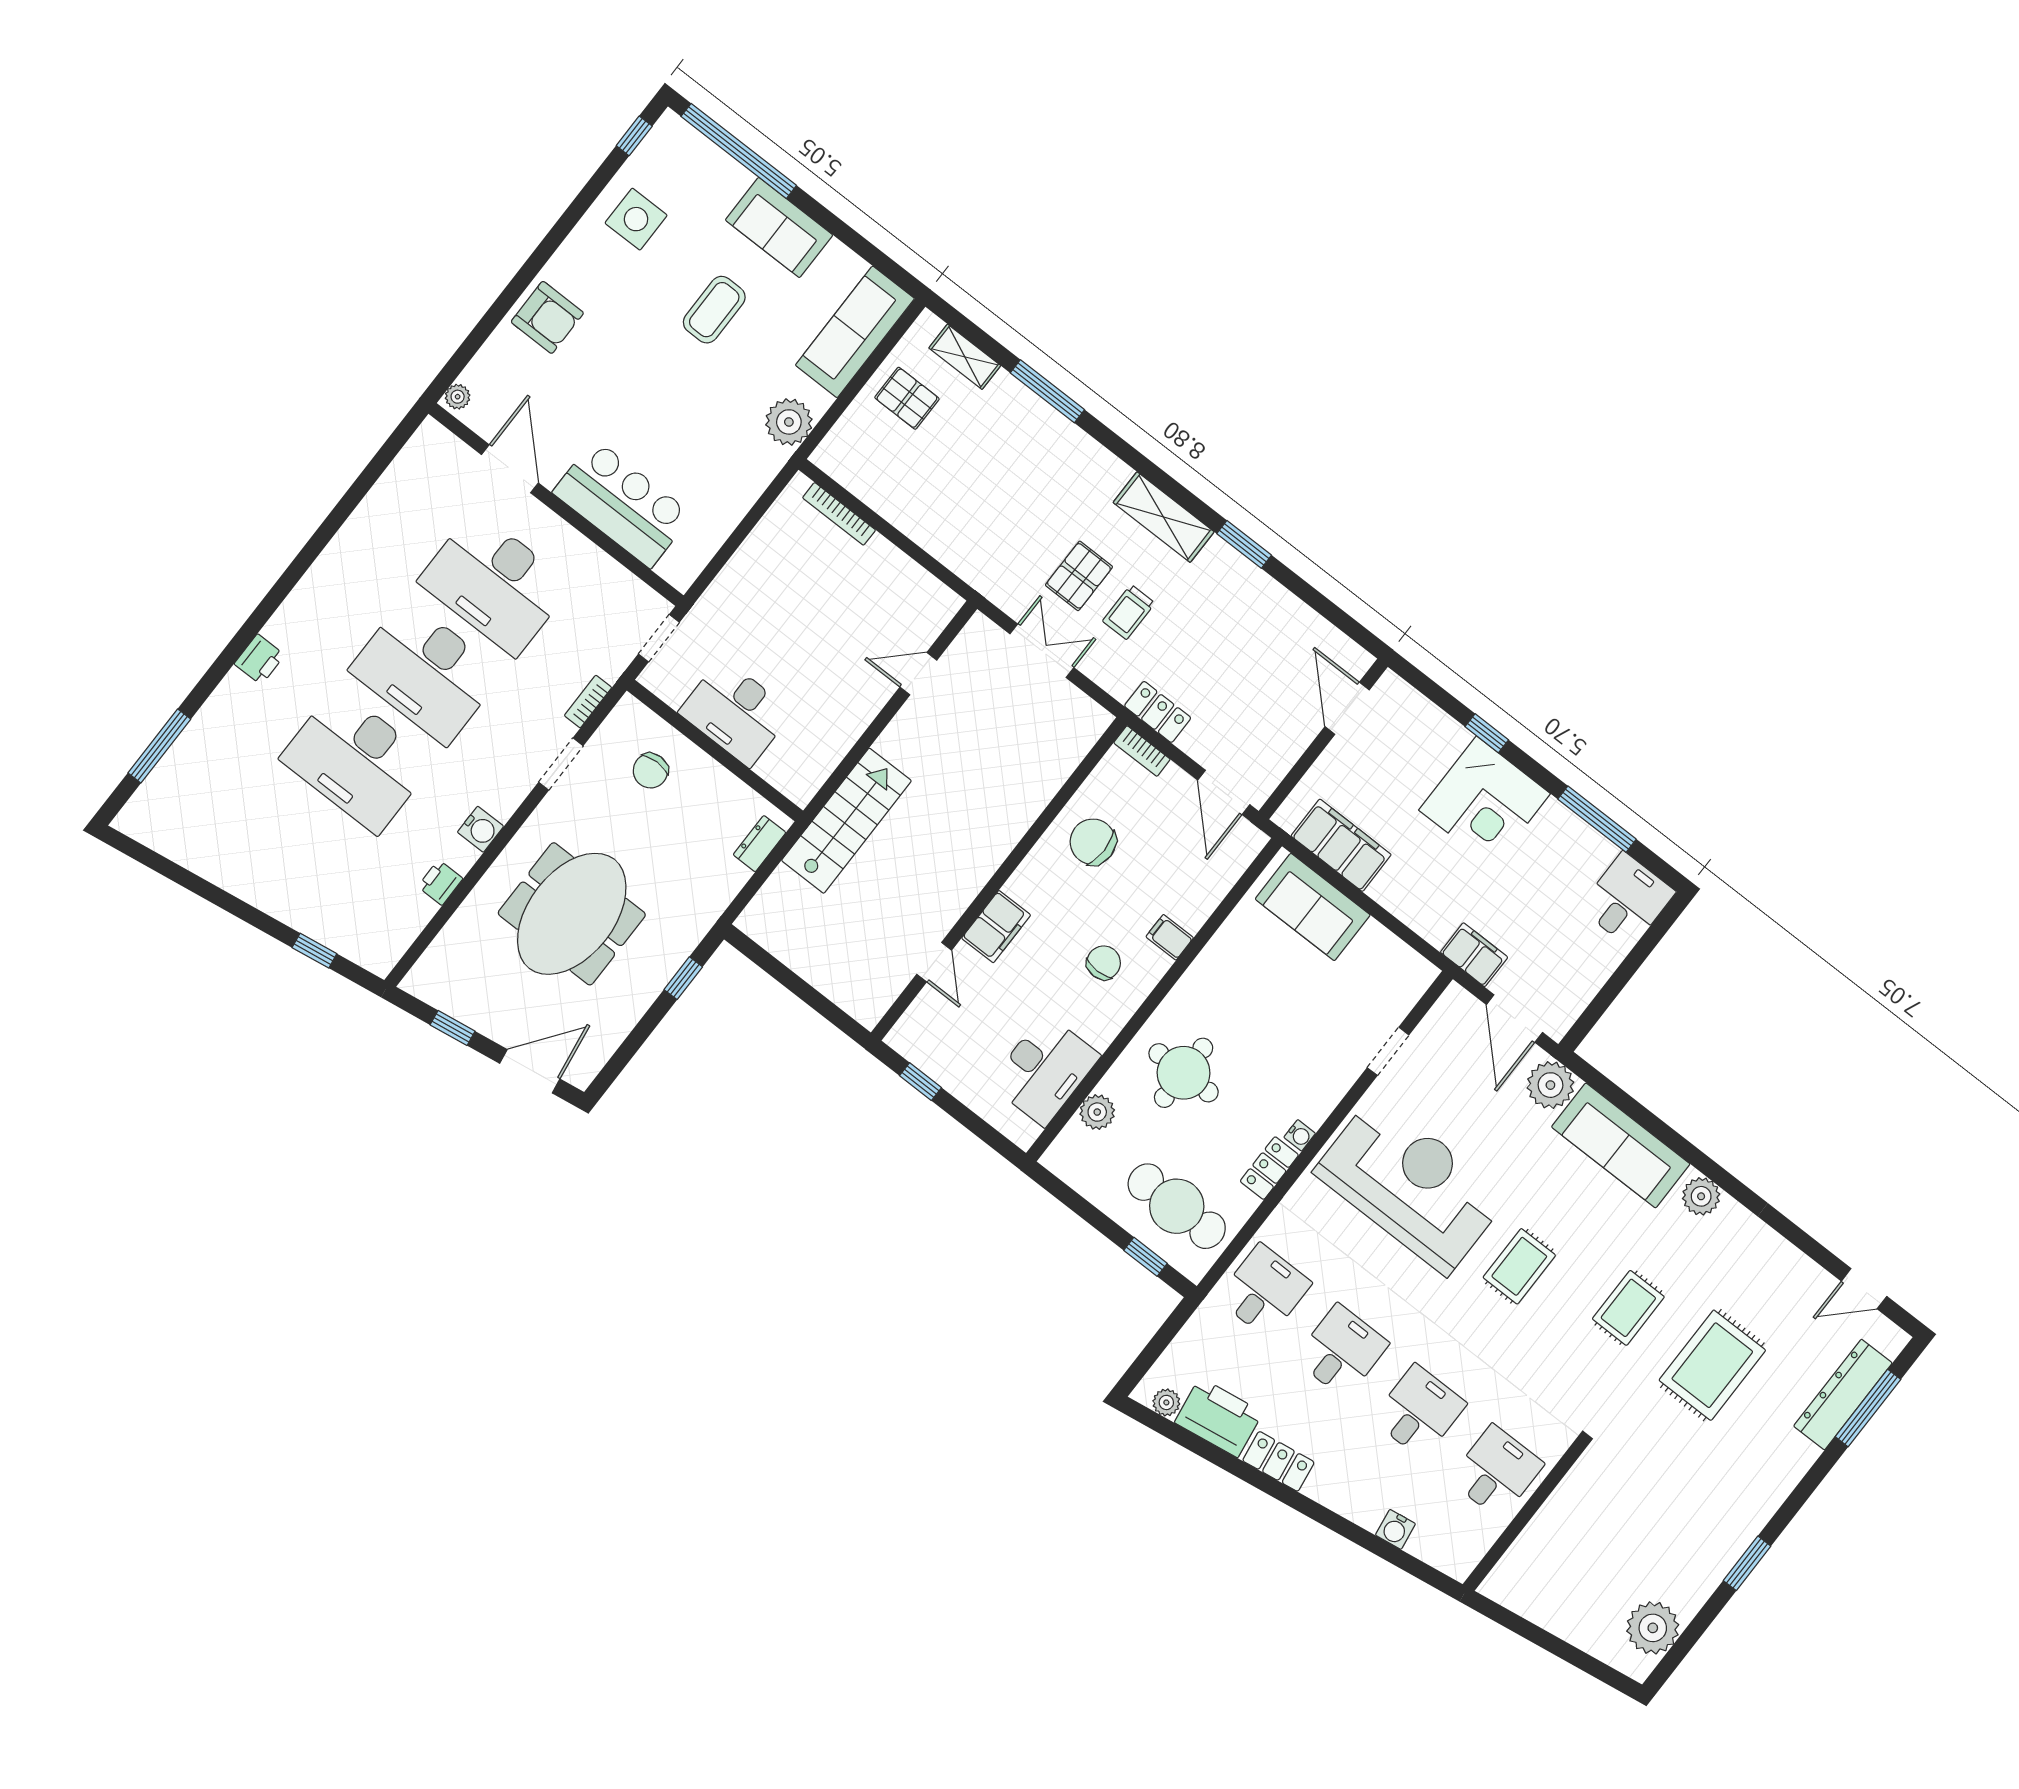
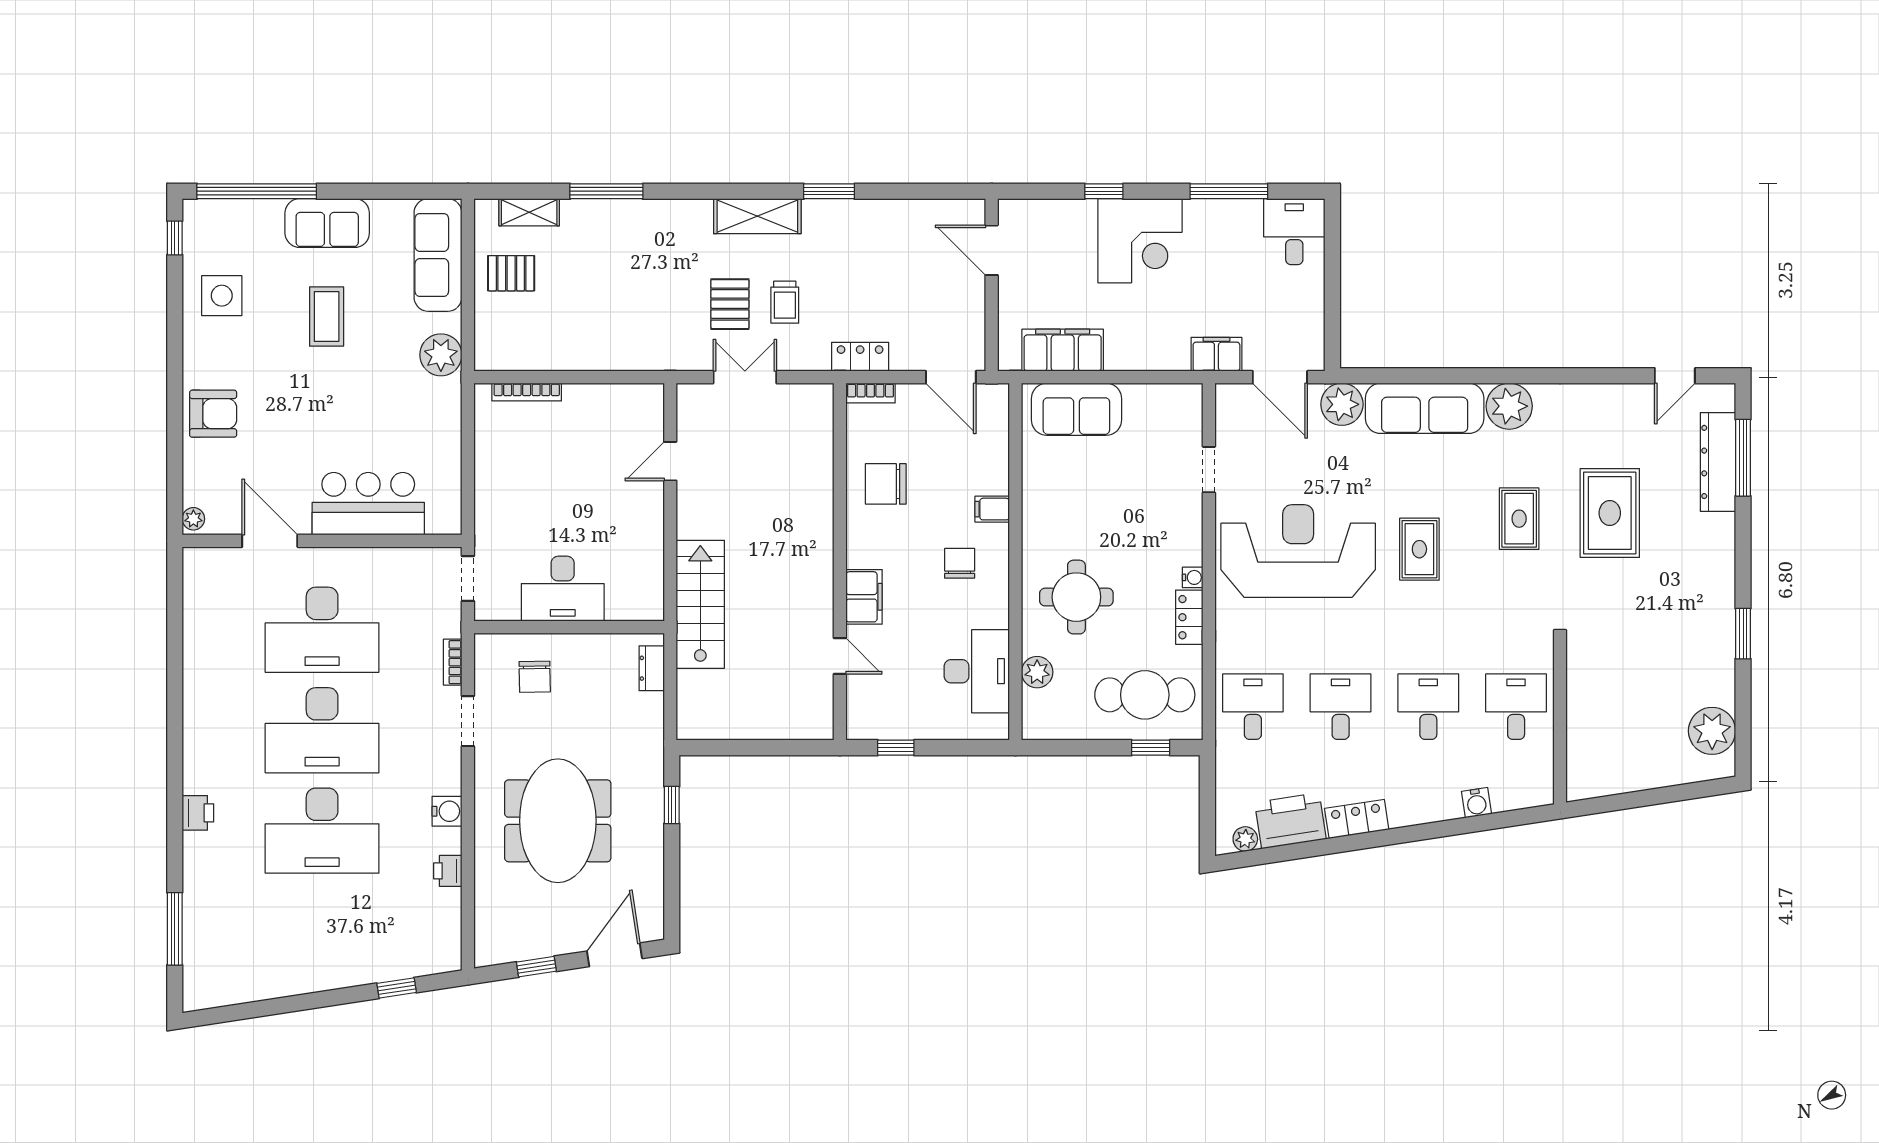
plant: (1701, 1196) -> (1509, 406), width x1.36, depth x1.36

